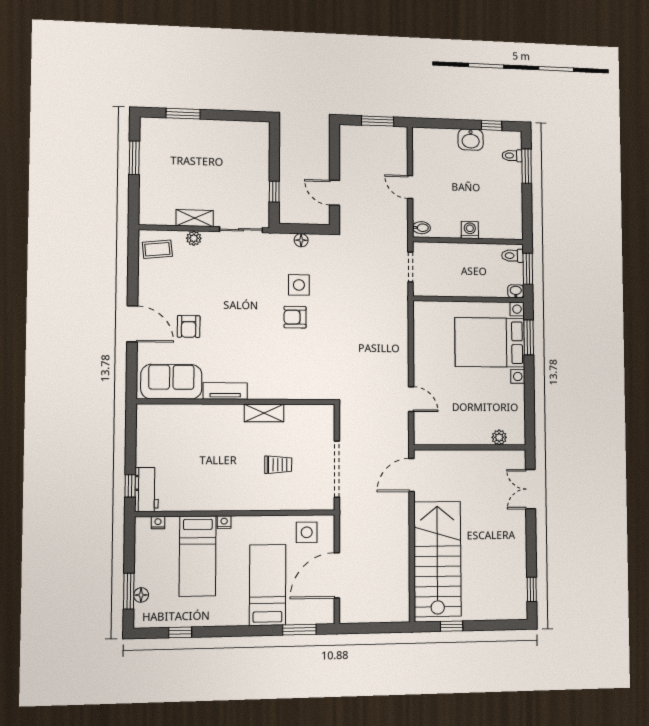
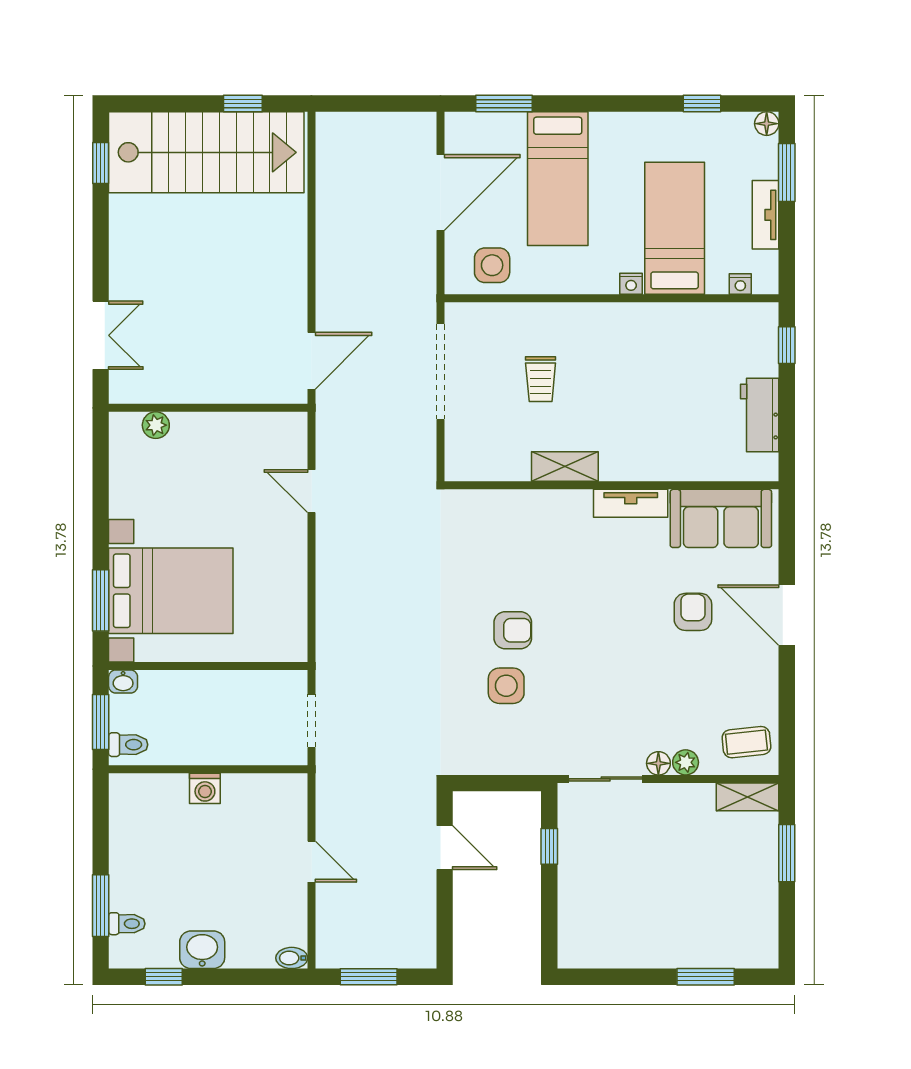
window: (134, 158) -> (787, 853), moved
shelving: (195, 218) -> (747, 797), moved
bidet: (421, 228) -> (292, 958), moved
floor lamp: (301, 240) -> (658, 763), moved
trolley: (278, 465) -> (541, 379), turned -90
workbench: (147, 490) -> (760, 415), moved
stairs: (437, 559) -> (206, 152), moved, turned -90
tv unit: (142, 565) -> (766, 215), added
floor lamp: (141, 595) -> (767, 124), moved

